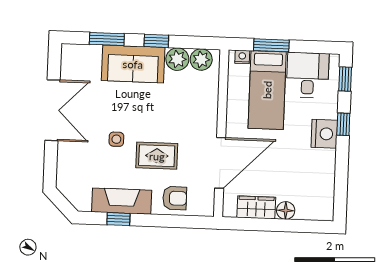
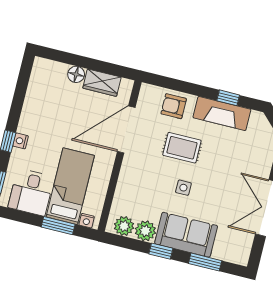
nightstand: (324, 134) -> (21, 141), width x0.53, depth x0.56
side table: (116, 139) -> (183, 188), moved

